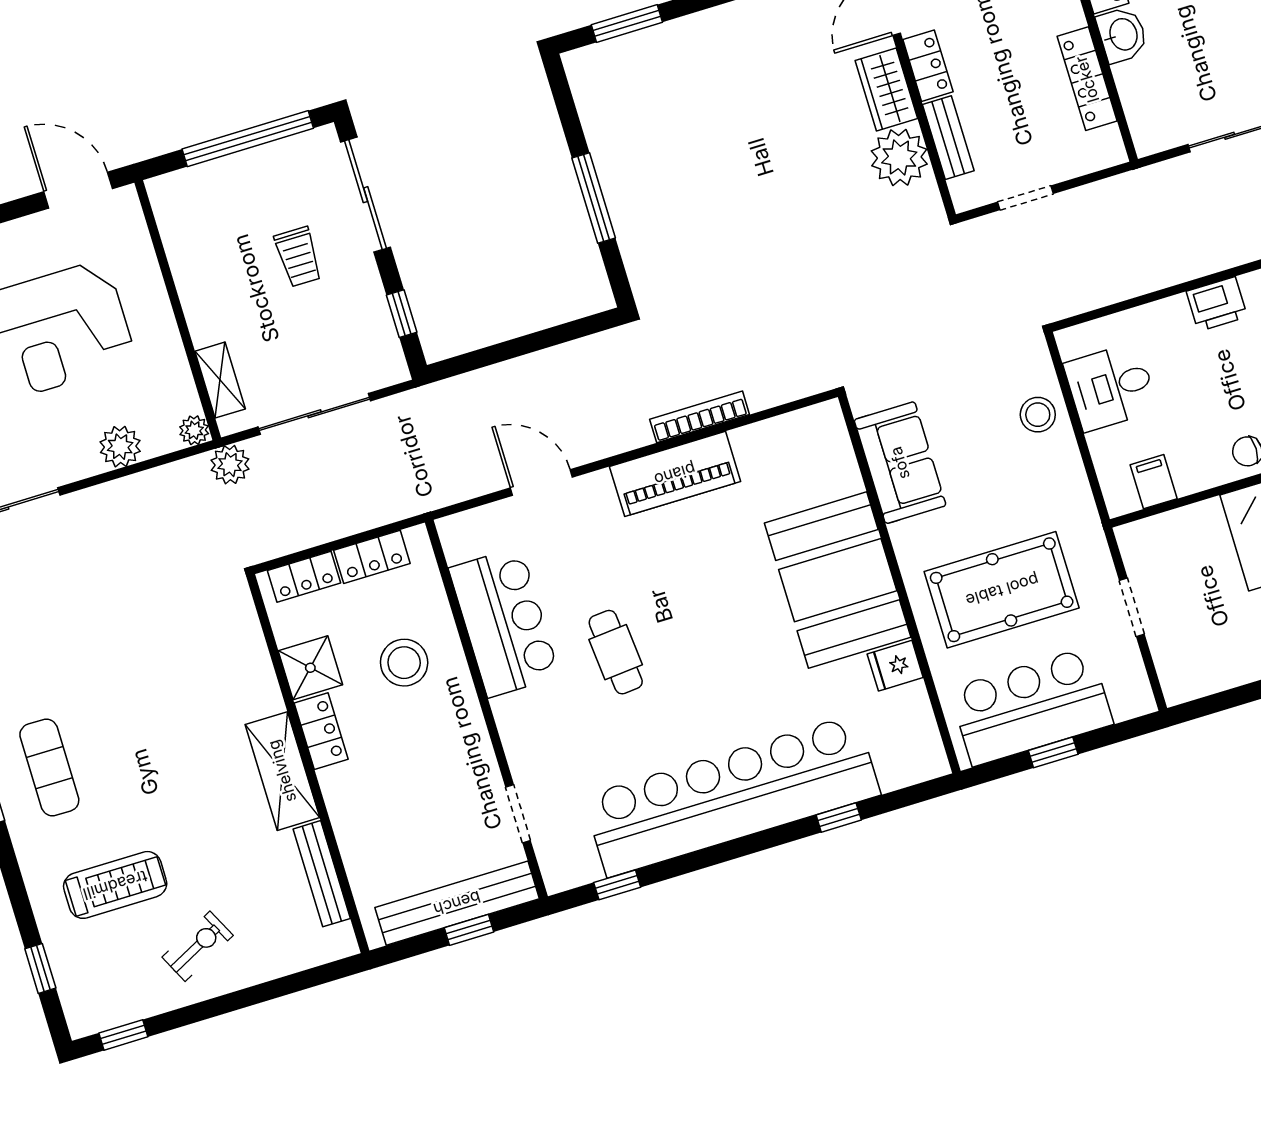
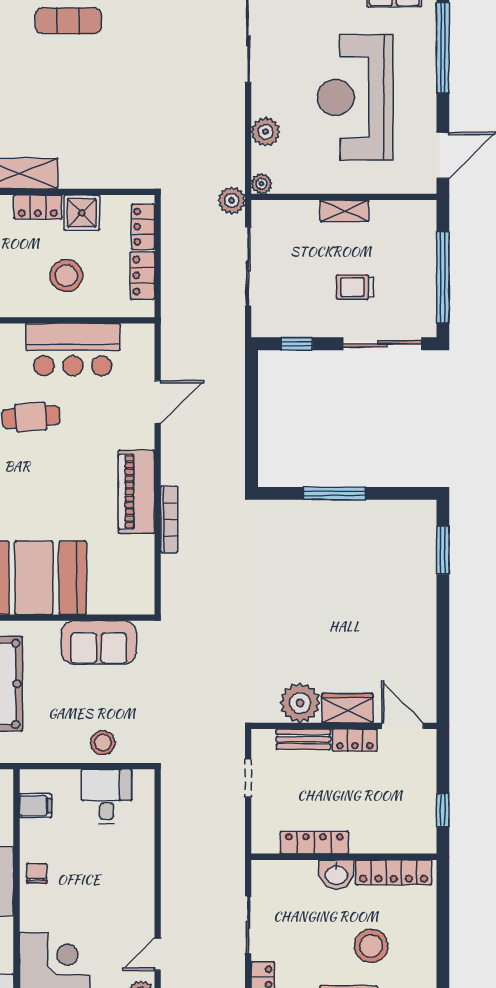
printer: (1217, 304) -> (140, 883), removed
shelving: (220, 380) -> (345, 211), moved

